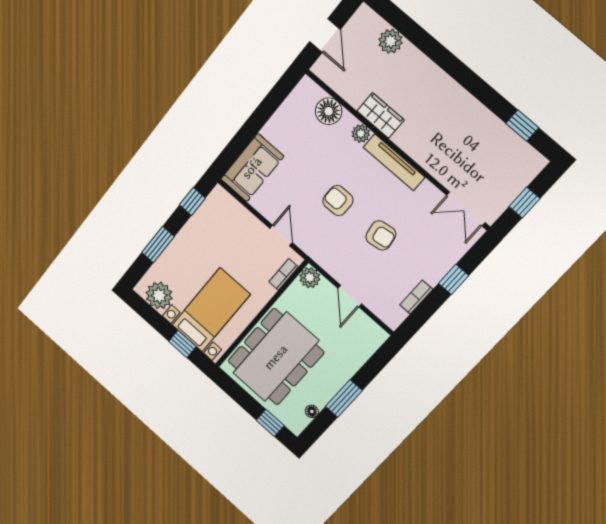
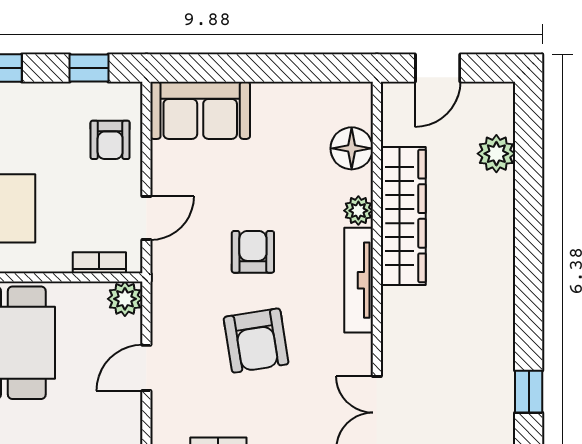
wardrobe: (380, 115) -> (403, 216), width x2.10, depth x1.17
armchair: (232, 221) -> (110, 140), added
armchair: (381, 235) -> (256, 341), width x1.38, depth x1.38

